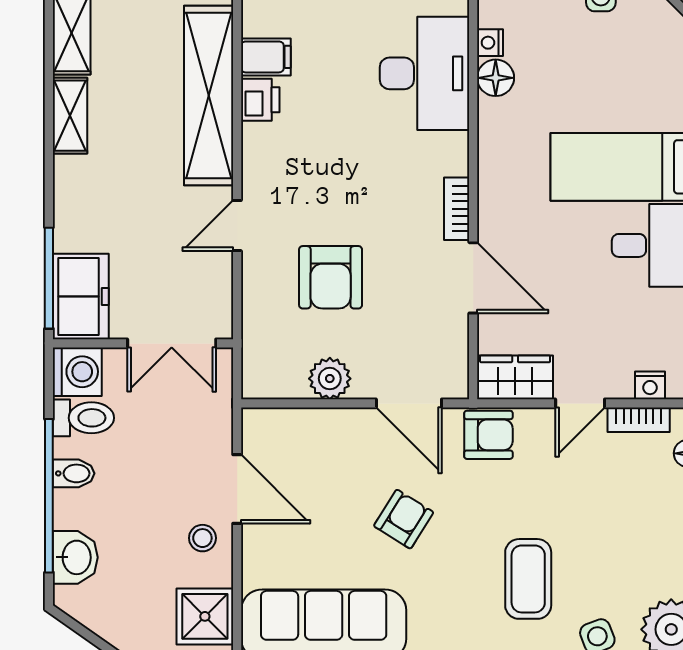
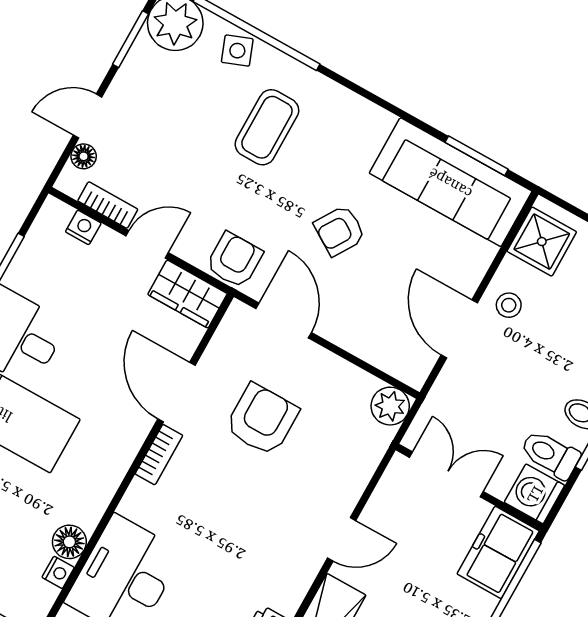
armchair: (331, 277) -> (262, 420), moved
plant: (330, 379) -> (390, 406), moved
armchair: (488, 435) -> (234, 260), turned 90

